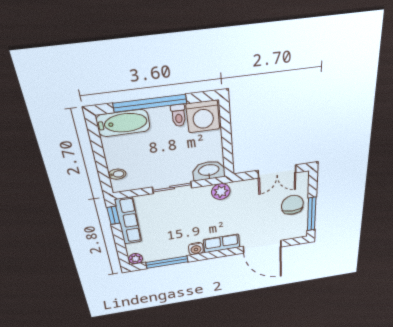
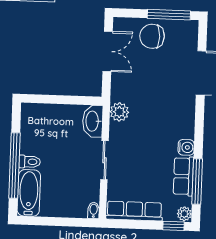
toilet: (179, 116) -> (30, 162), moved
washing machine: (203, 117) -> (35, 120), removed
bidet: (117, 174) -> (94, 210), moved
window: (113, 215) -> (174, 226), moved
row of seats: (222, 243) -> (183, 176), moved

